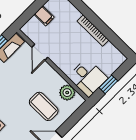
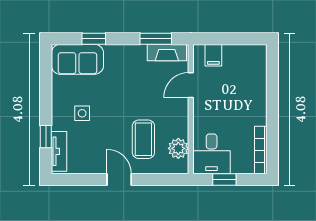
filing cabinet: (44, 16) -> (213, 55), moved
bookcase: (93, 31) -> (261, 150), moved

